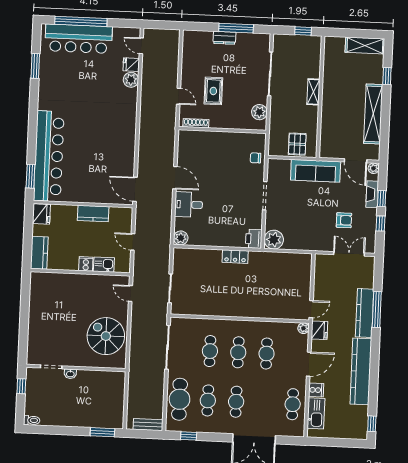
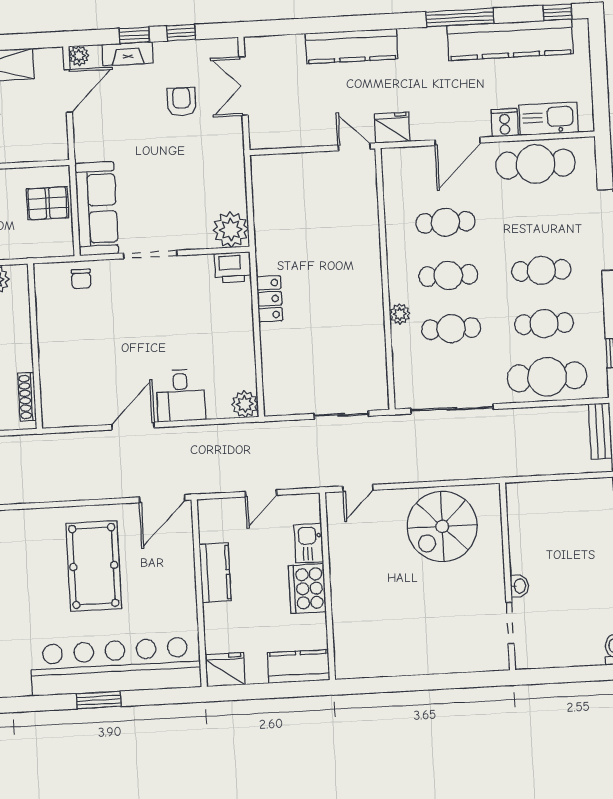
pool table: (103, 150) -> (94, 566), added
sofa: (316, 171) -> (97, 209), moved
window: (30, 176) -> (99, 700), moved
cooker: (86, 264) -> (307, 589), width x1.87, depth x1.31
window: (377, 309) -> (460, 18), moved
plant: (303, 328) -> (400, 314), moved
door: (309, 364) -> (458, 141), swing flipped
kitchen counter: (361, 371) -> (510, 40), moved
window: (21, 386) -> (552, 676), removed
cafe table: (293, 404) -> (536, 164), width x1.37, depth x1.35

